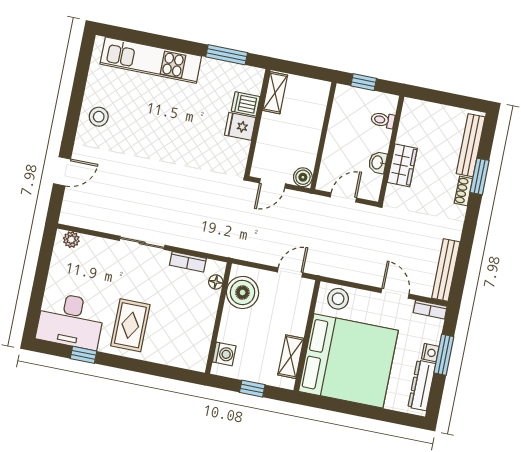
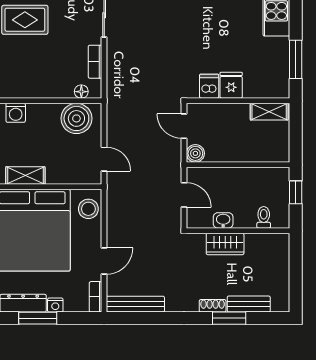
dishwasher: (246, 104) -> (209, 86), moved
bench: (471, 145) -> (249, 304), width x0.73
window: (444, 355) -> (38, 318), moved

